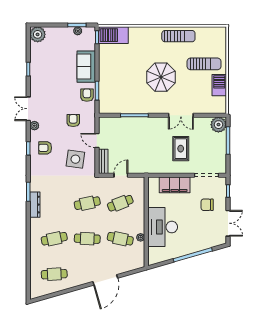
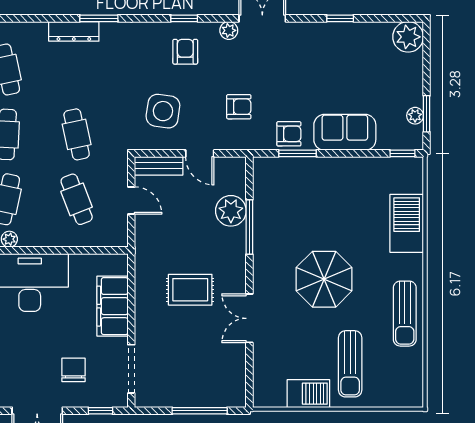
barbecue: (113, 35) -> (407, 223), moved
plant: (218, 125) -> (231, 211), moved
door: (97, 140) -> (200, 153), swing flipped
rug: (181, 149) -> (190, 290), moved

